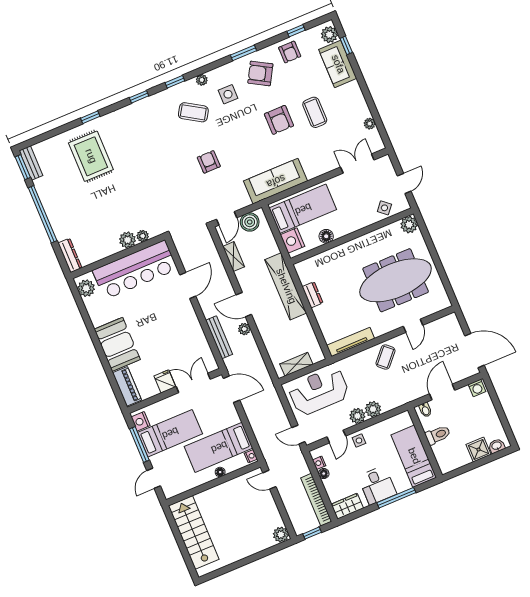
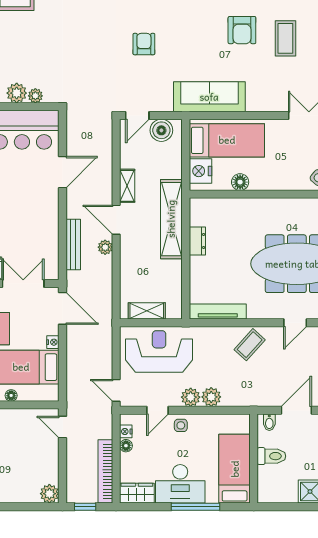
shelving: (234, 257) -> (127, 186), moved
nightstand: (251, 456) -> (53, 342), moved
desk: (377, 485) -> (180, 484), width x1.37

